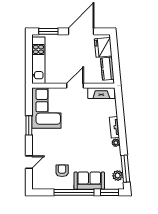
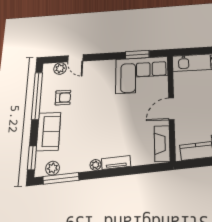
door: (75, 86) -> (171, 109), swing flipped
window: (29, 125) -> (137, 55), moved
plant: (37, 175) -> (60, 68), added
window: (74, 192) -> (37, 96), moved

